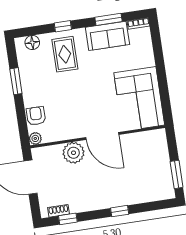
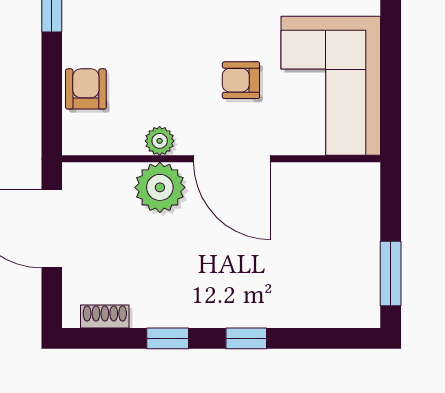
armchair: (101, 102) -> (241, 80), added
plant: (35, 138) -> (160, 141), moved
window: (68, 219) -> (168, 338), moved

